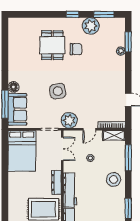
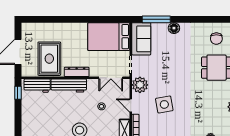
chair: (76, 49) -> (216, 39), moved
side table: (58, 91) -> (164, 104), moved
sofa: (17, 109) -> (141, 39), moved, turned -90

